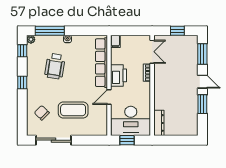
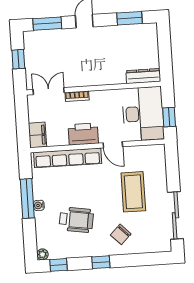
window: (50, 31) -> (27, 198), moved
filing cabinet: (115, 41) -> (37, 135), width x2.00
window: (202, 104) -> (130, 18), moved
chair: (42, 113) -> (121, 234), moved

